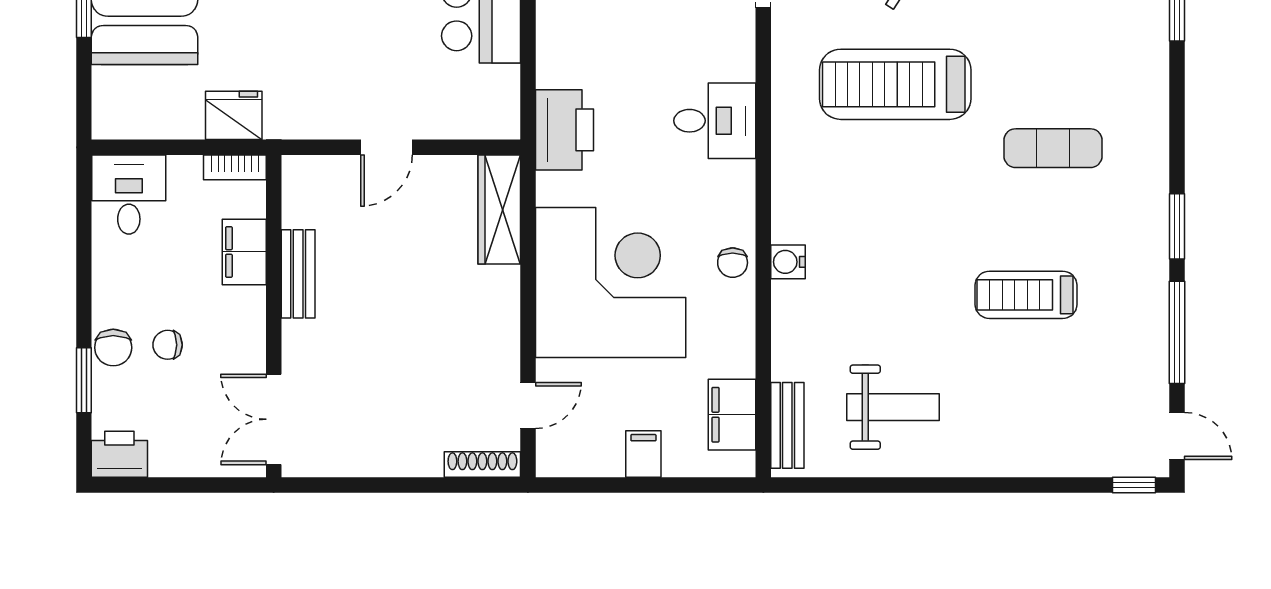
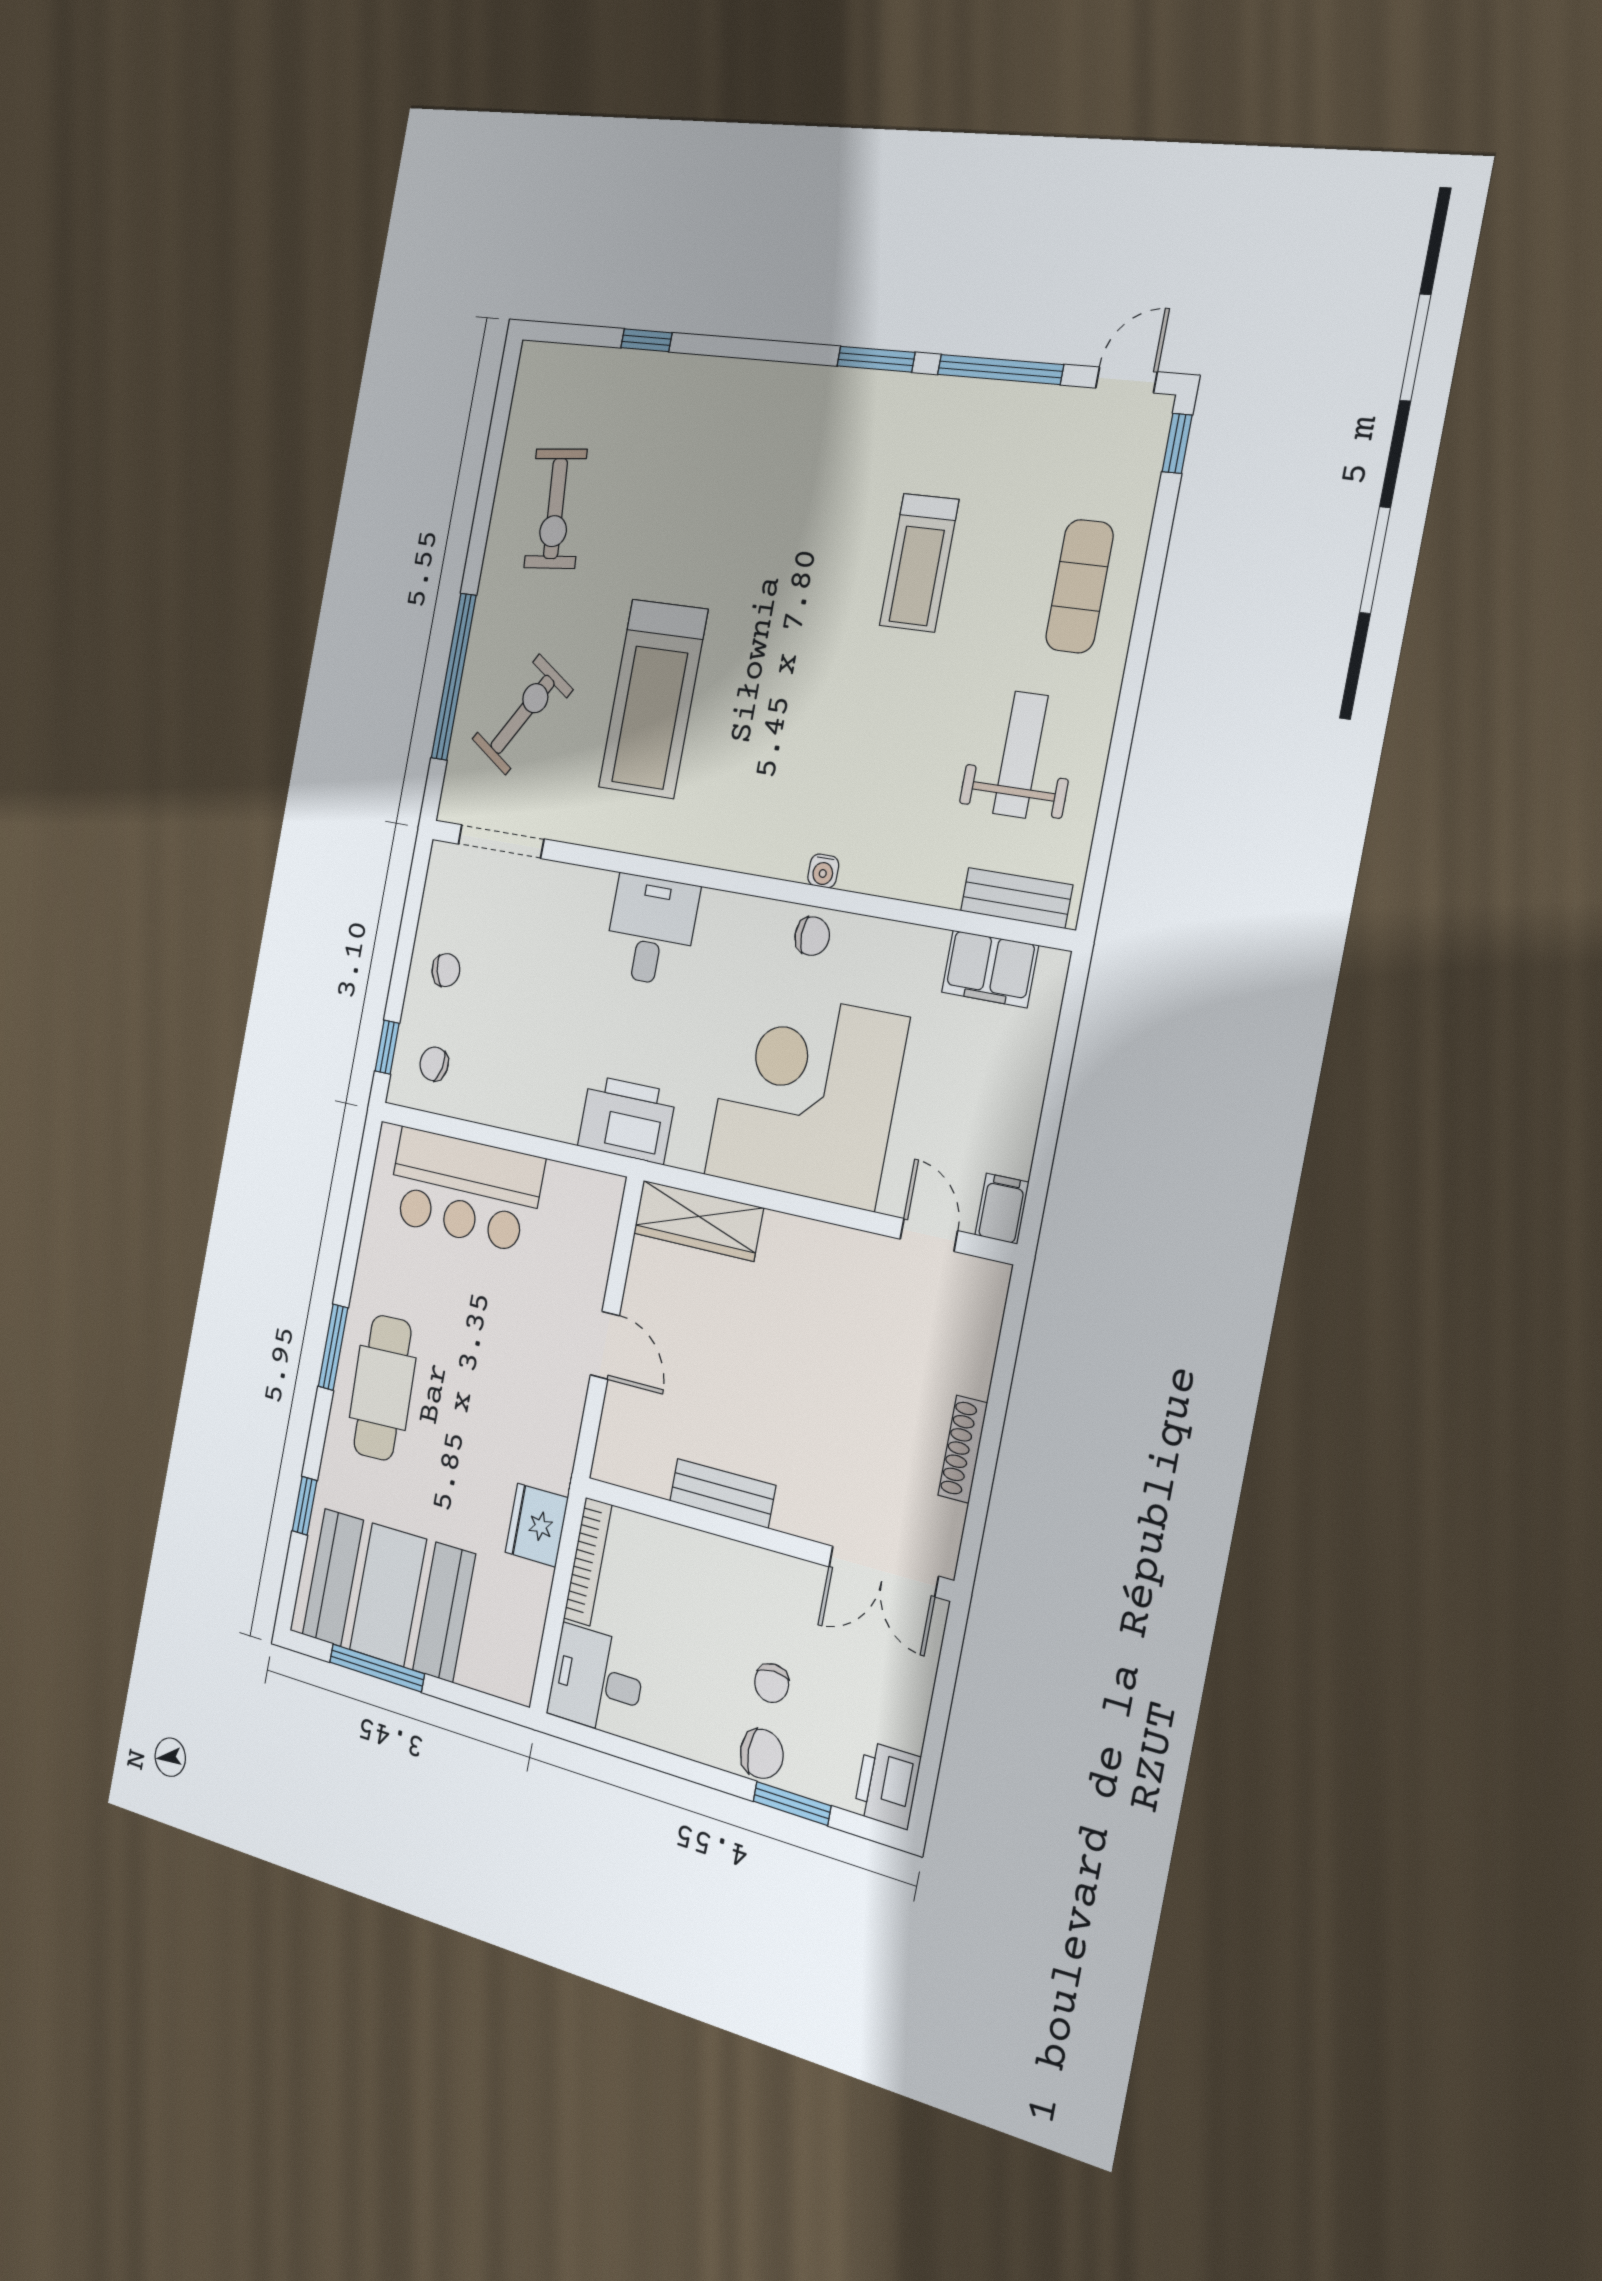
exercise mat: (1053, 148) -> (1080, 586), moved
bookcase: (235, 167) -> (588, 1561), width x1.56
filing cabinet: (244, 252) -> (686, 1555), removed
water cooler: (788, 262) -> (823, 871), width x0.72, depth x0.72
filing cabinet: (643, 454) -> (1002, 1209), moved, turned 90
shoe rack: (482, 465) -> (963, 1449), moved

